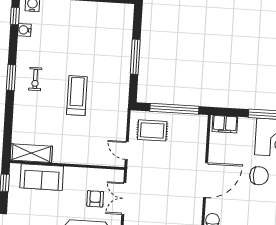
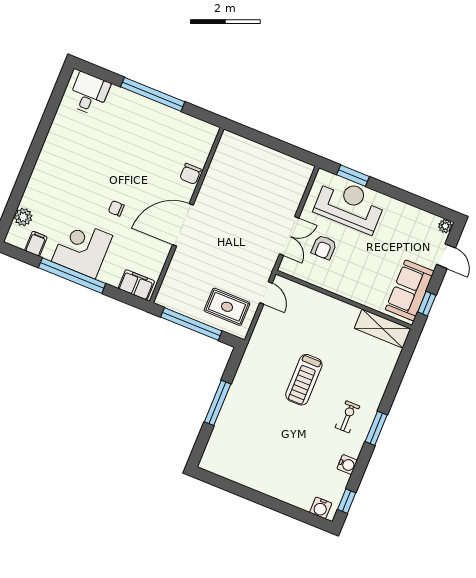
water cooler: (24, 30) -> (347, 464), moved
chair: (259, 176) -> (116, 208), width x0.54, depth x0.54
sofa: (42, 177) -> (410, 290), moved, turned -90

